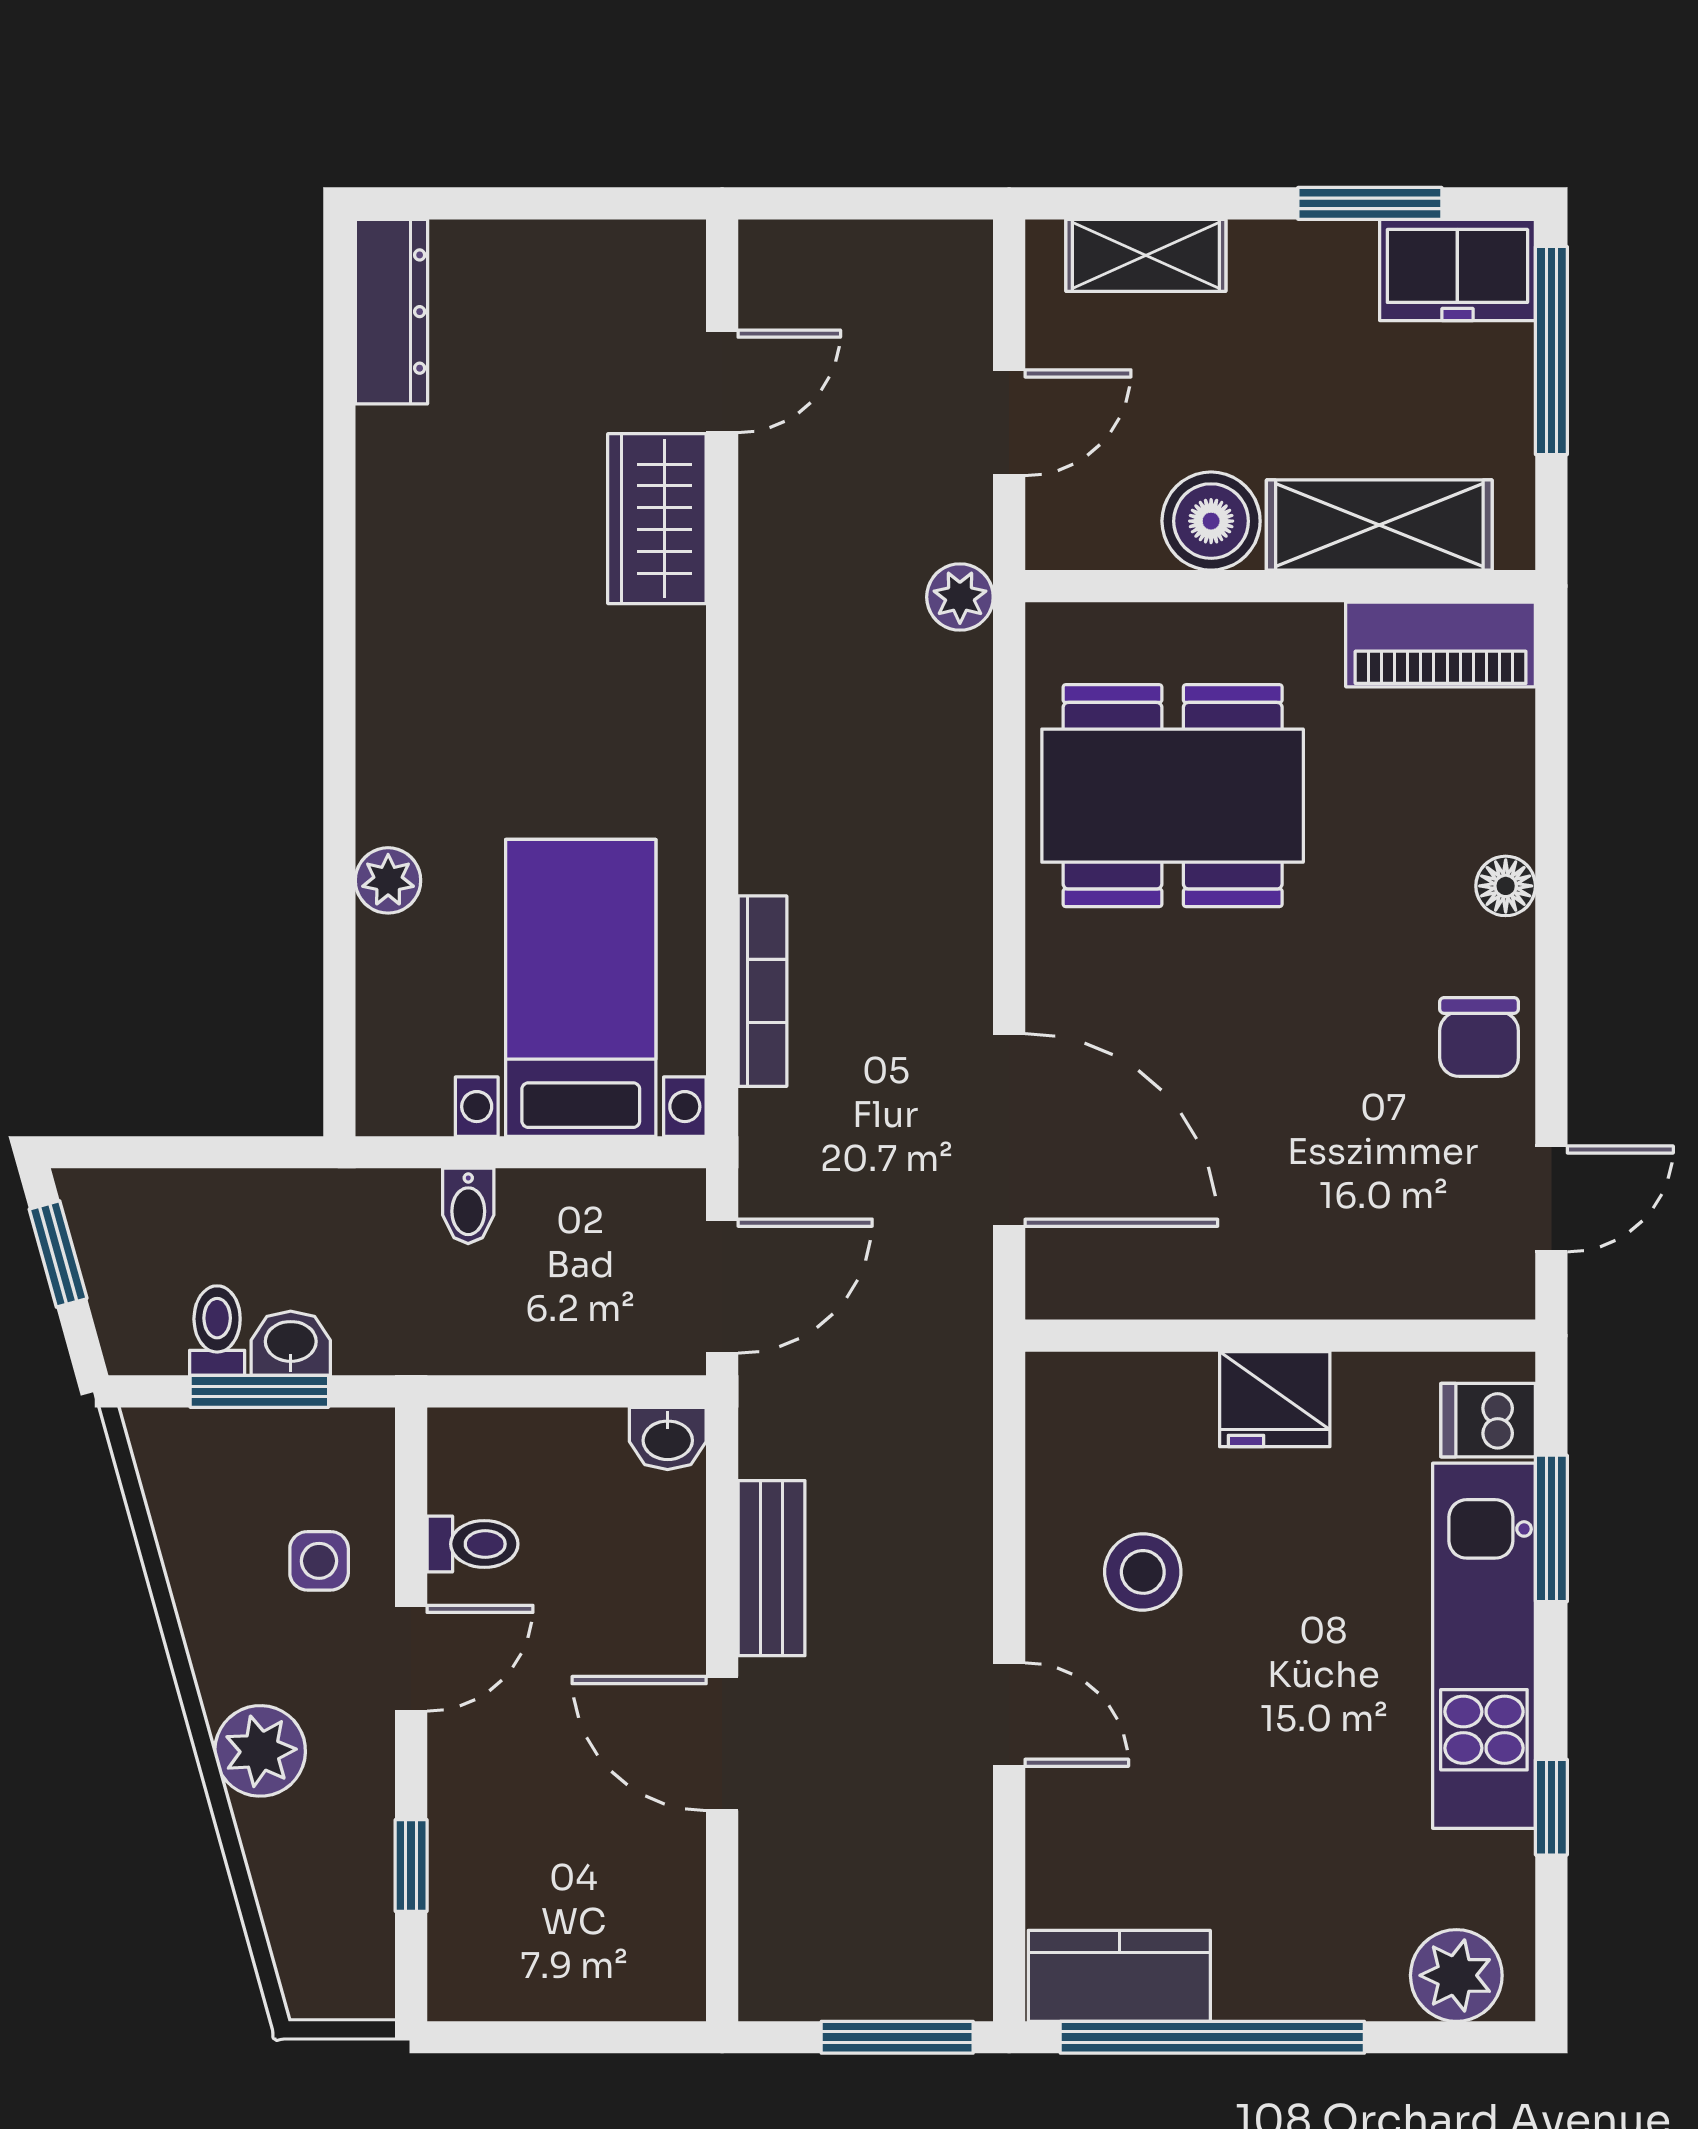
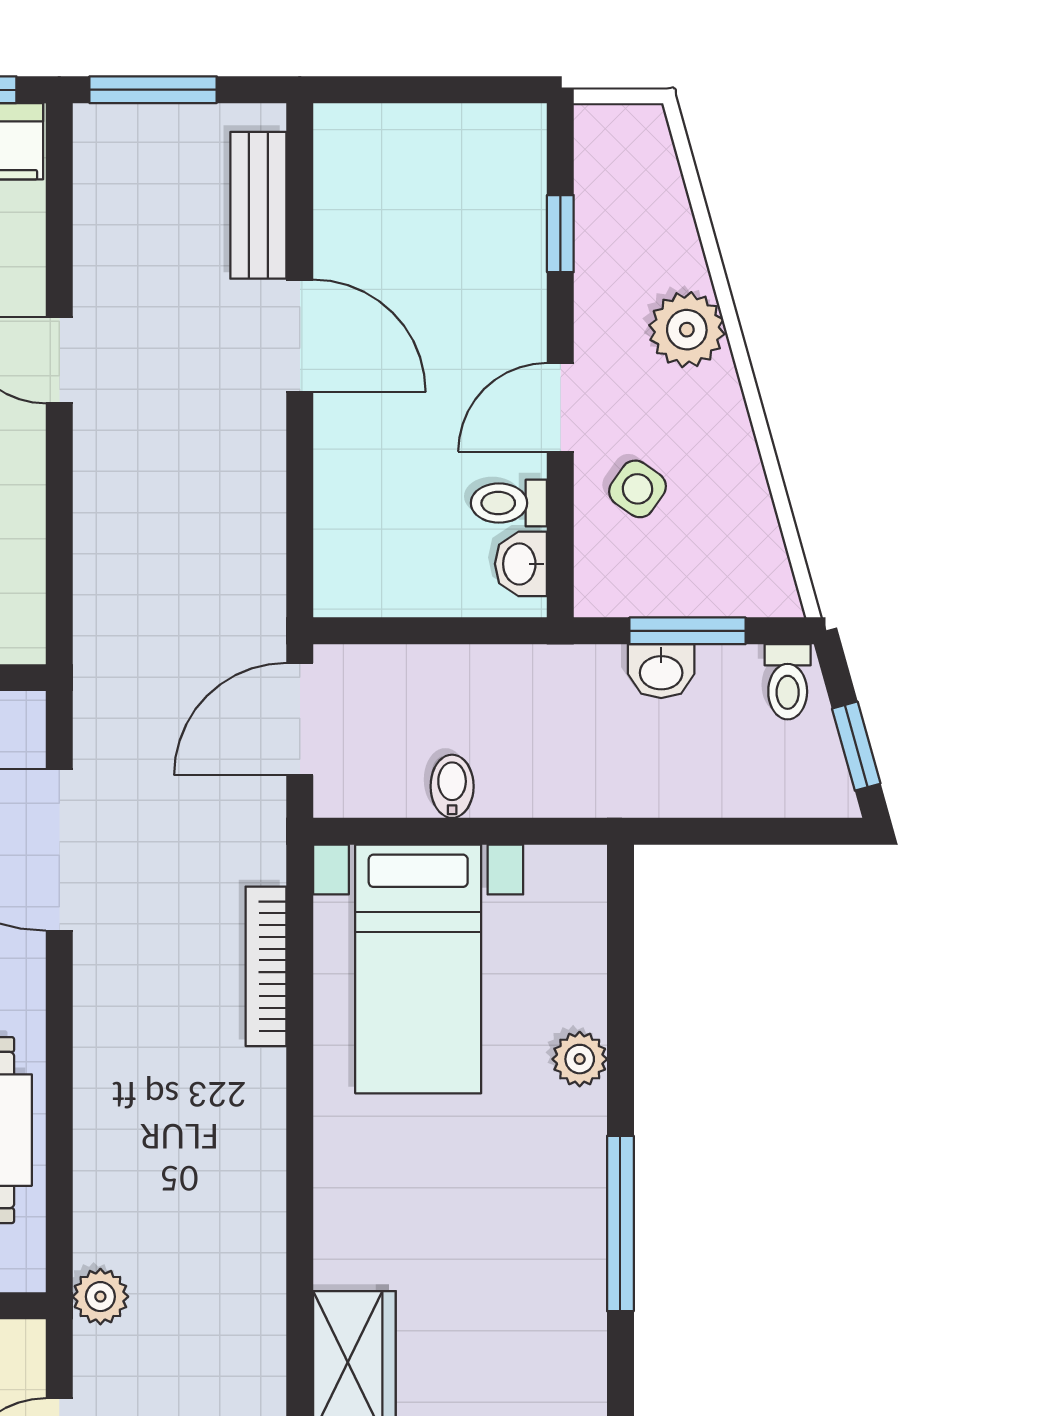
window: (339, 684) -> (620, 1224), added
bidet: (468, 1206) -> (452, 786), moved
toilet: (217, 1331) -> (788, 682), moved
washbasin: (668, 1438) -> (521, 564), moved, turned -90
side table: (319, 1561) -> (637, 489), turned 35
bench: (771, 1568) -> (258, 205), moved

